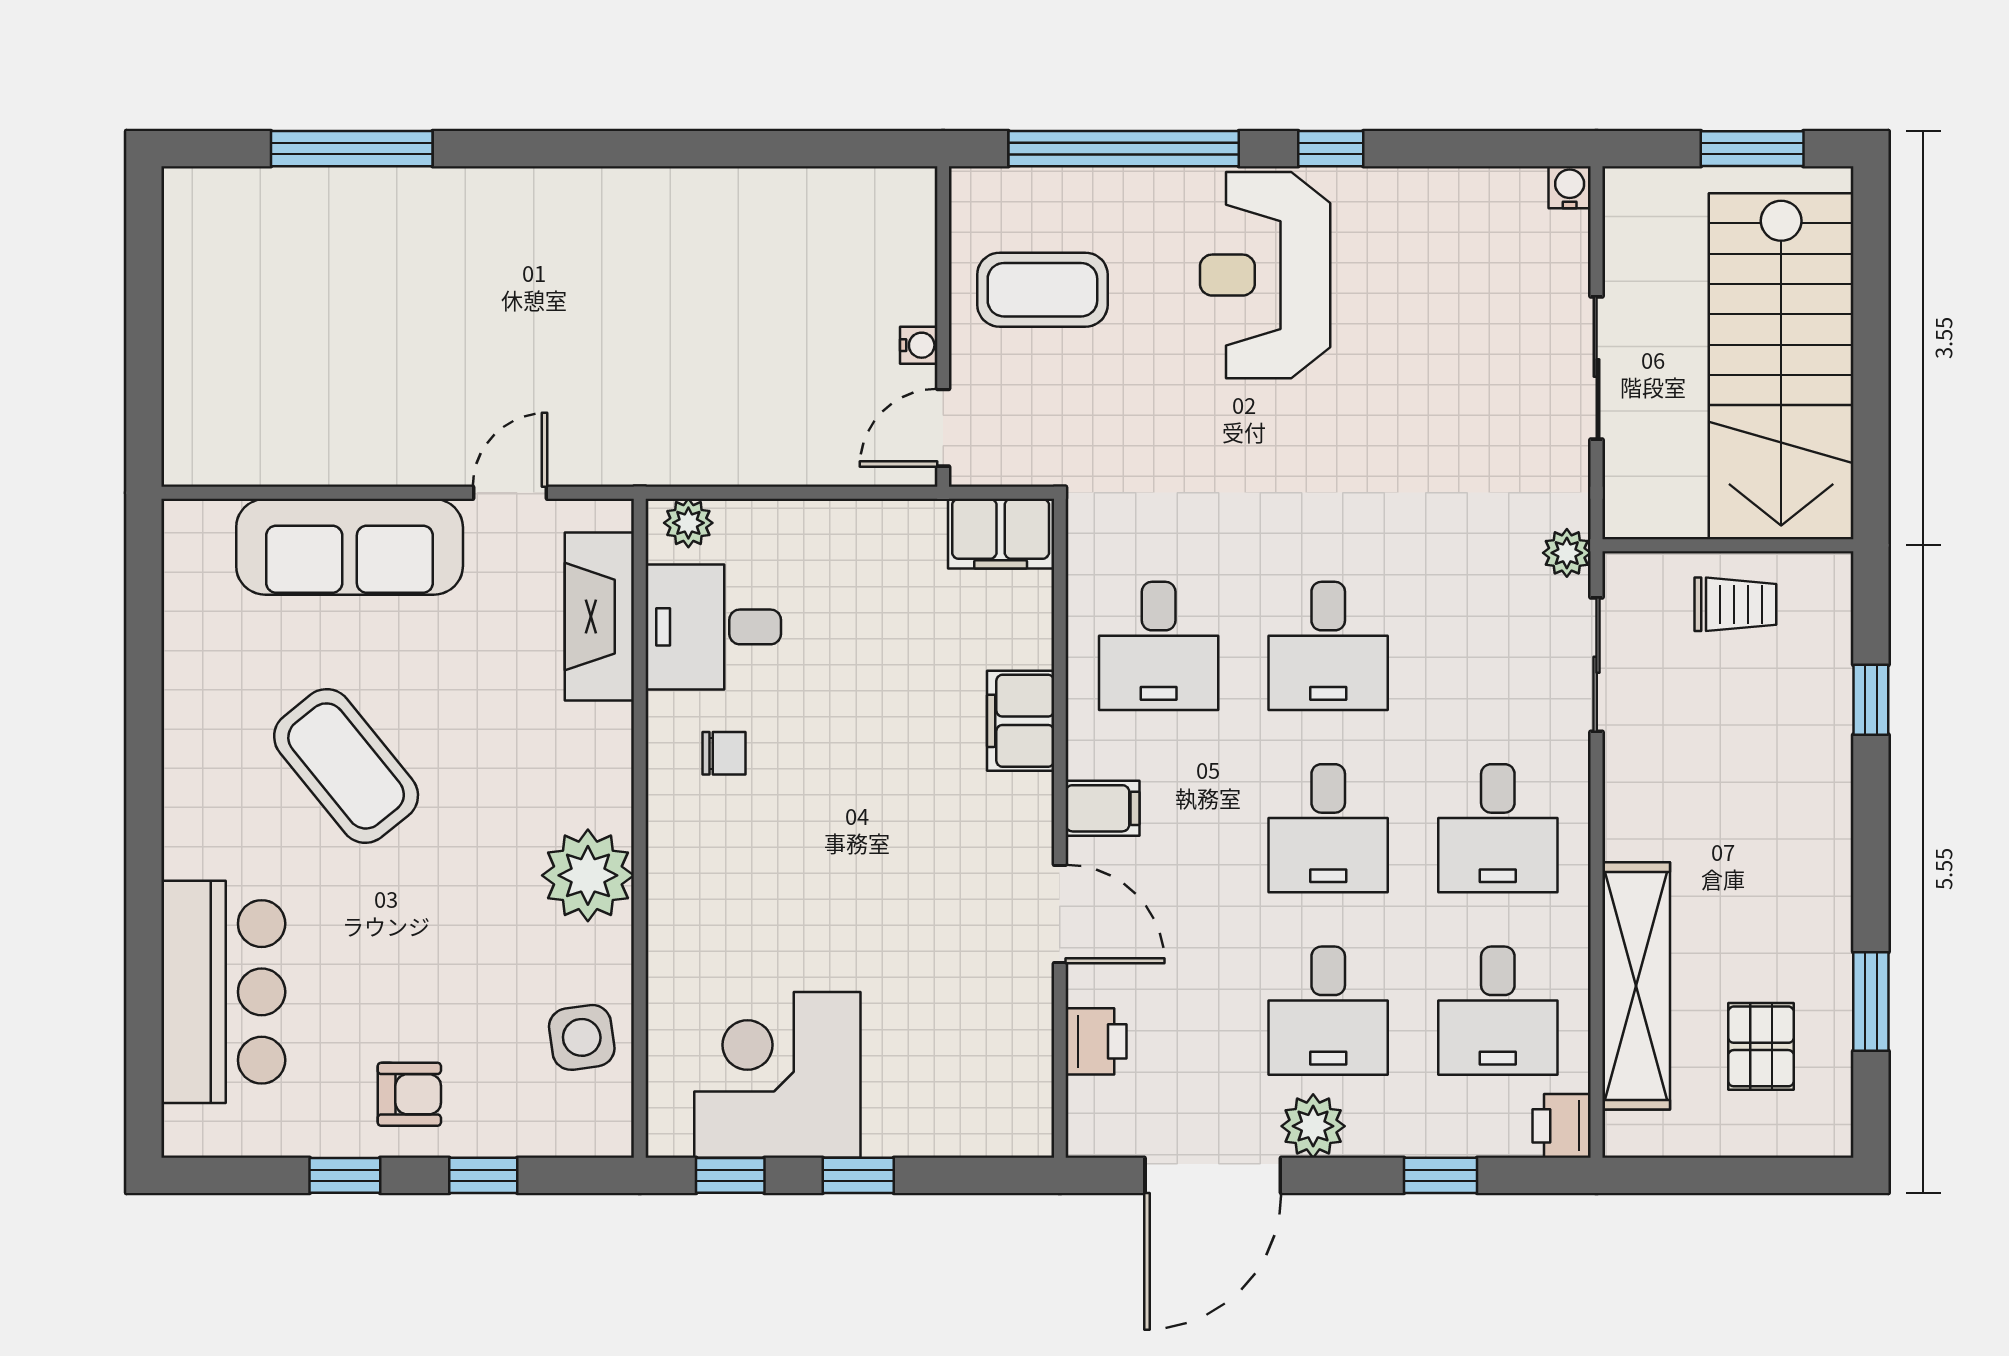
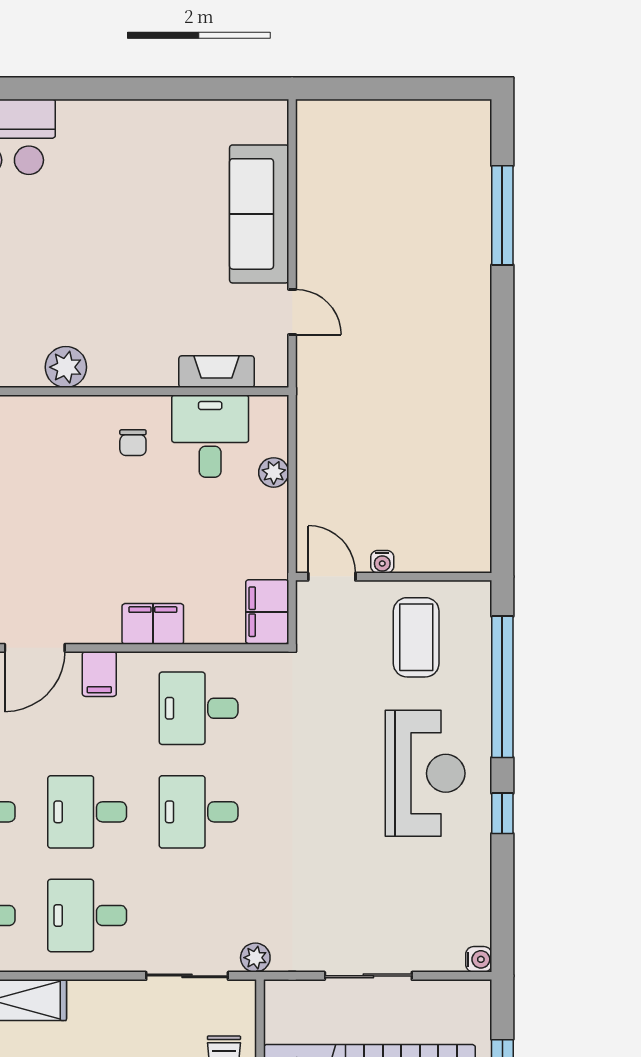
reception desk: (1265, 275) -> (425, 773), turned 90
plant: (688, 523) -> (274, 472), moved
fireplace: (599, 617) -> (217, 372), width x0.73, depth x0.76
coffee table: (346, 766) -> (125, 212), removed
plant: (588, 875) -> (66, 367), width x0.73, depth x0.73

